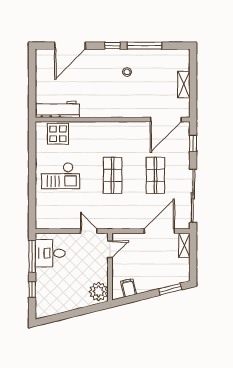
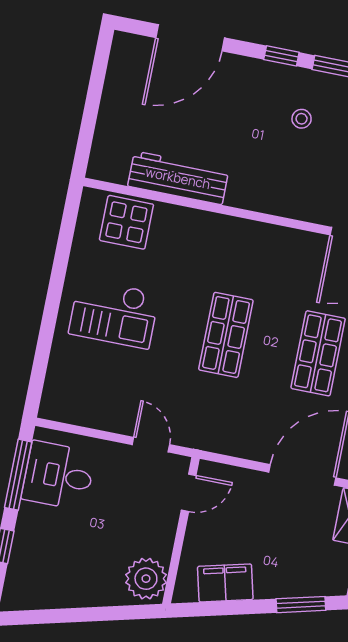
workbench: (57, 109) -> (178, 178), moved
filing cabinet: (128, 288) -> (225, 583), width x2.00

